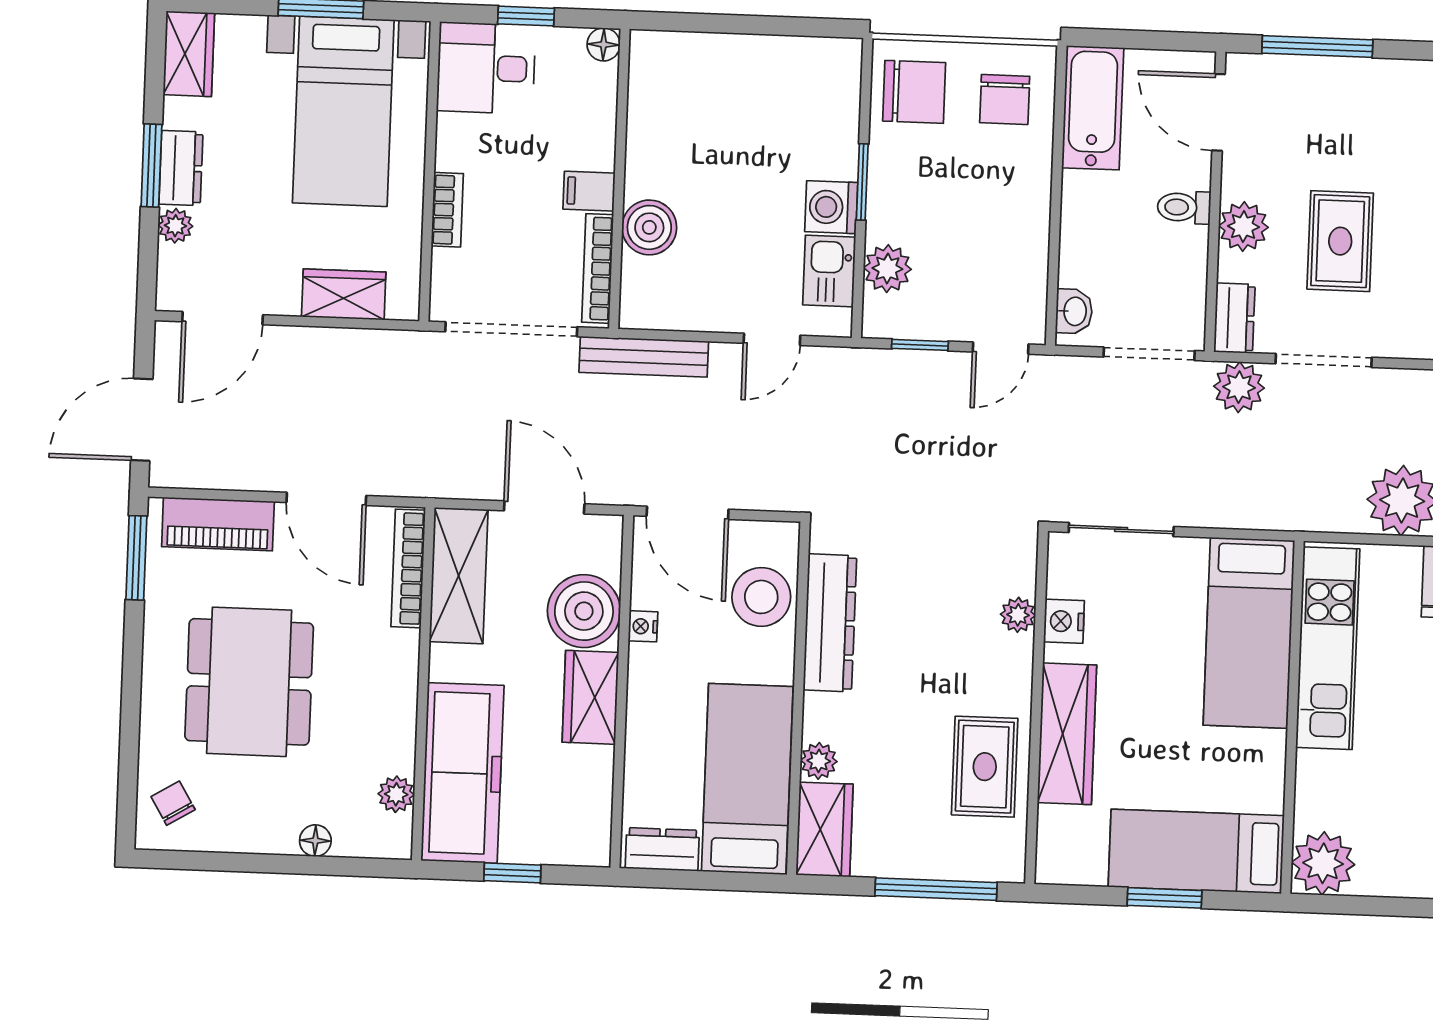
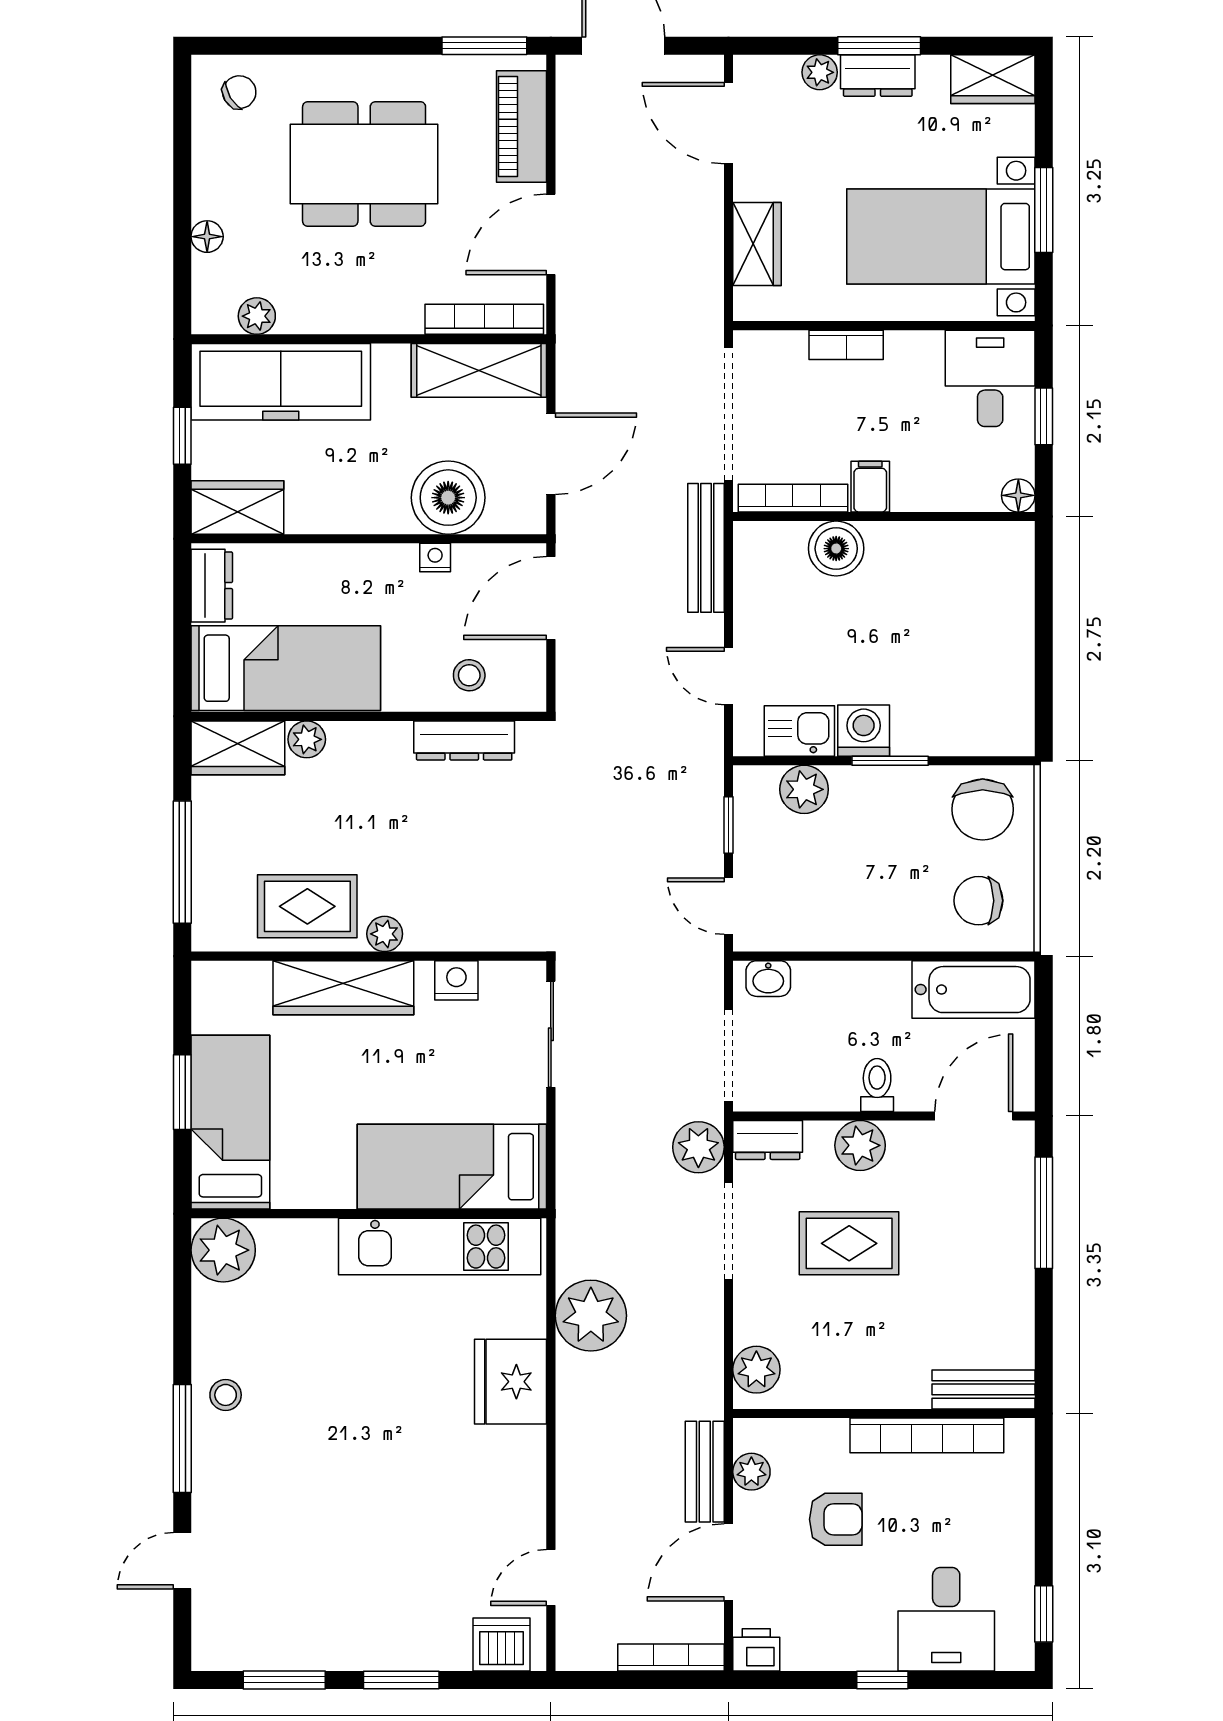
stool: (761, 597) -> (469, 675), width x0.53, depth x0.53
plant: (1018, 615) -> (385, 934), moved
dresser: (830, 623) -> (464, 740), width x0.73, depth x0.80
wardrobe: (590, 697) -> (237, 507), moved

